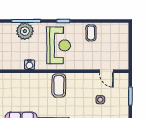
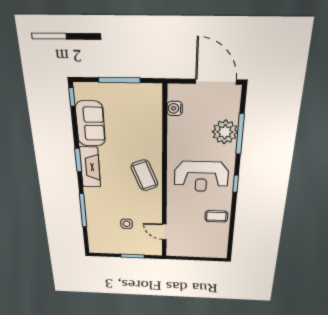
water cooler: (30, 65) -> (175, 108), moved
door: (106, 71) -> (164, 232), hinge flipped
coffee table: (59, 85) -> (144, 175), turned 69

